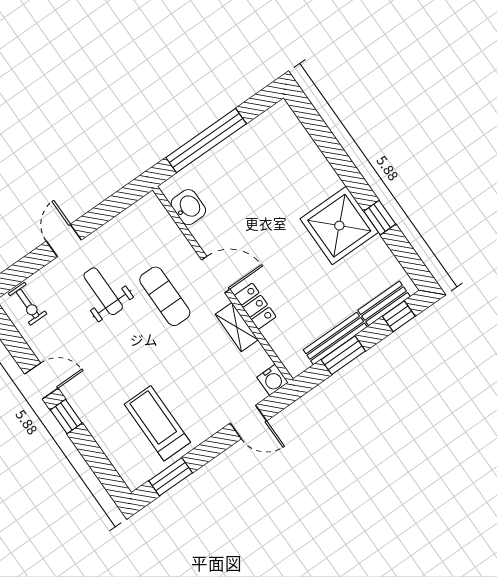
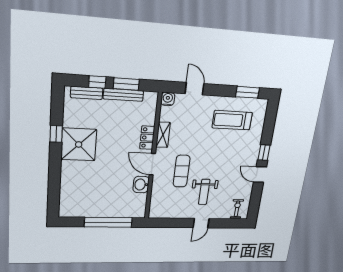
washbasin: (188, 207) -> (141, 185), moved
window: (399, 316) -> (97, 82), moved
treadmill: (157, 423) -> (232, 120), turned 90

